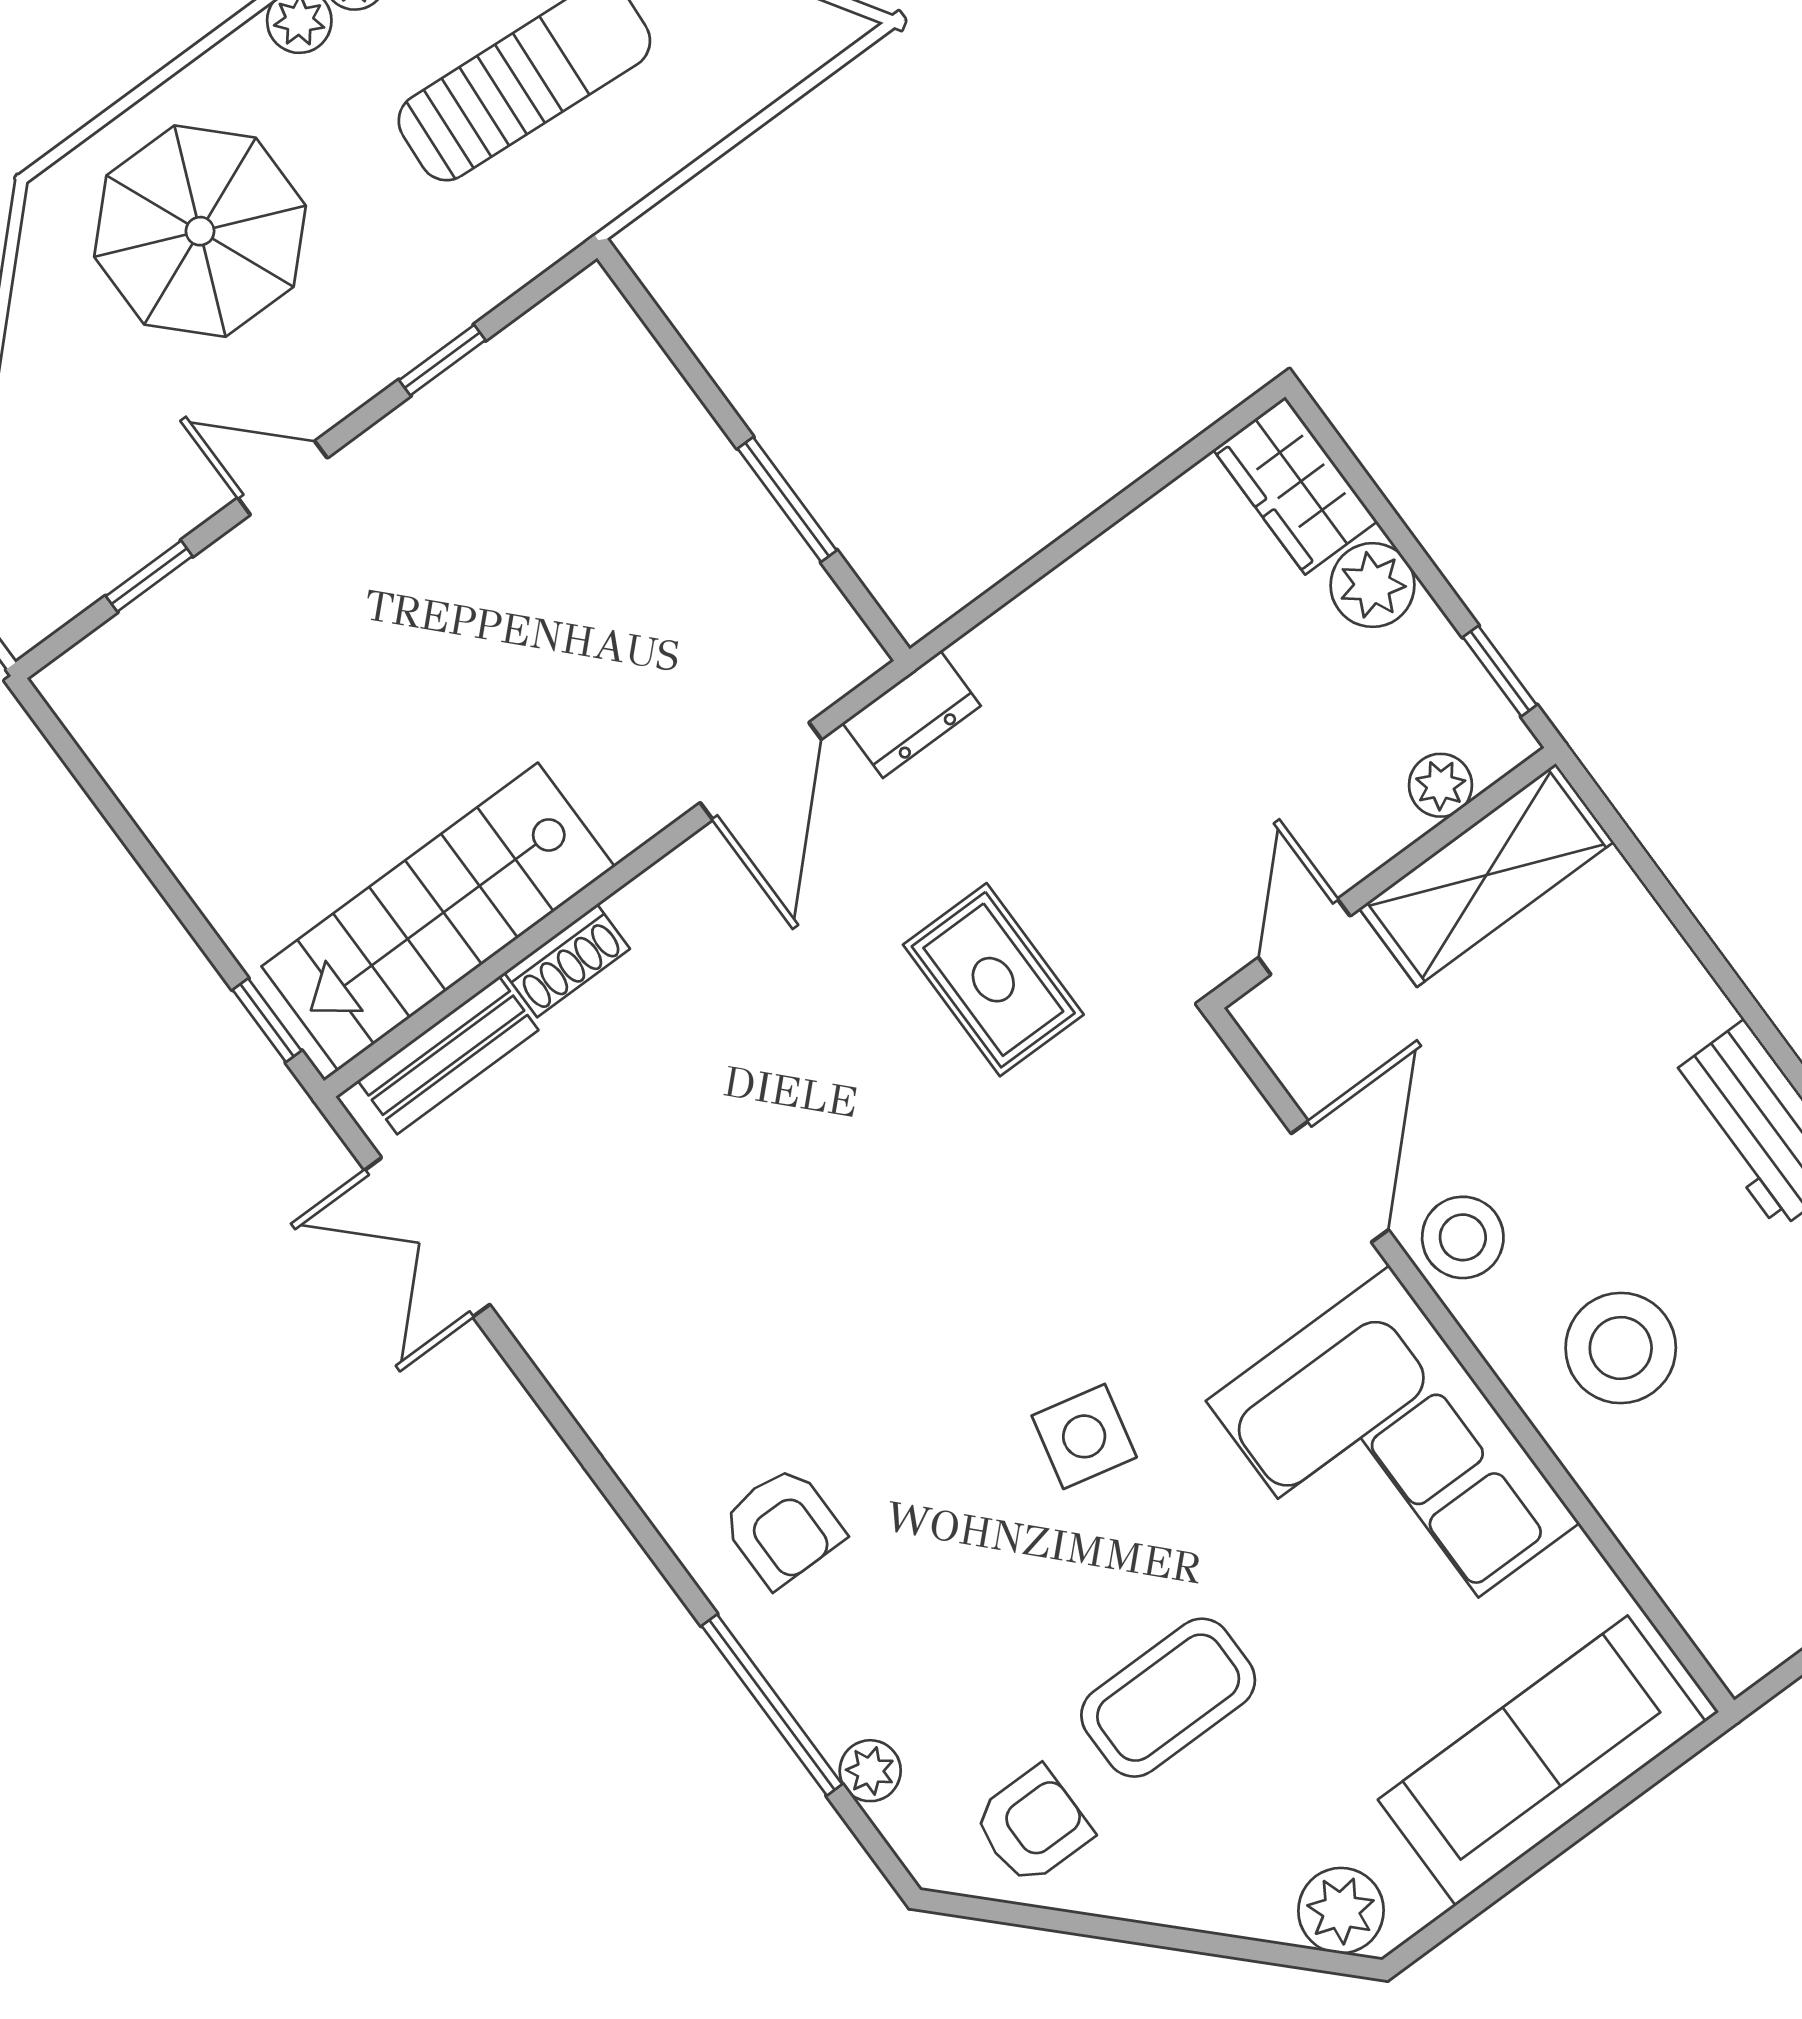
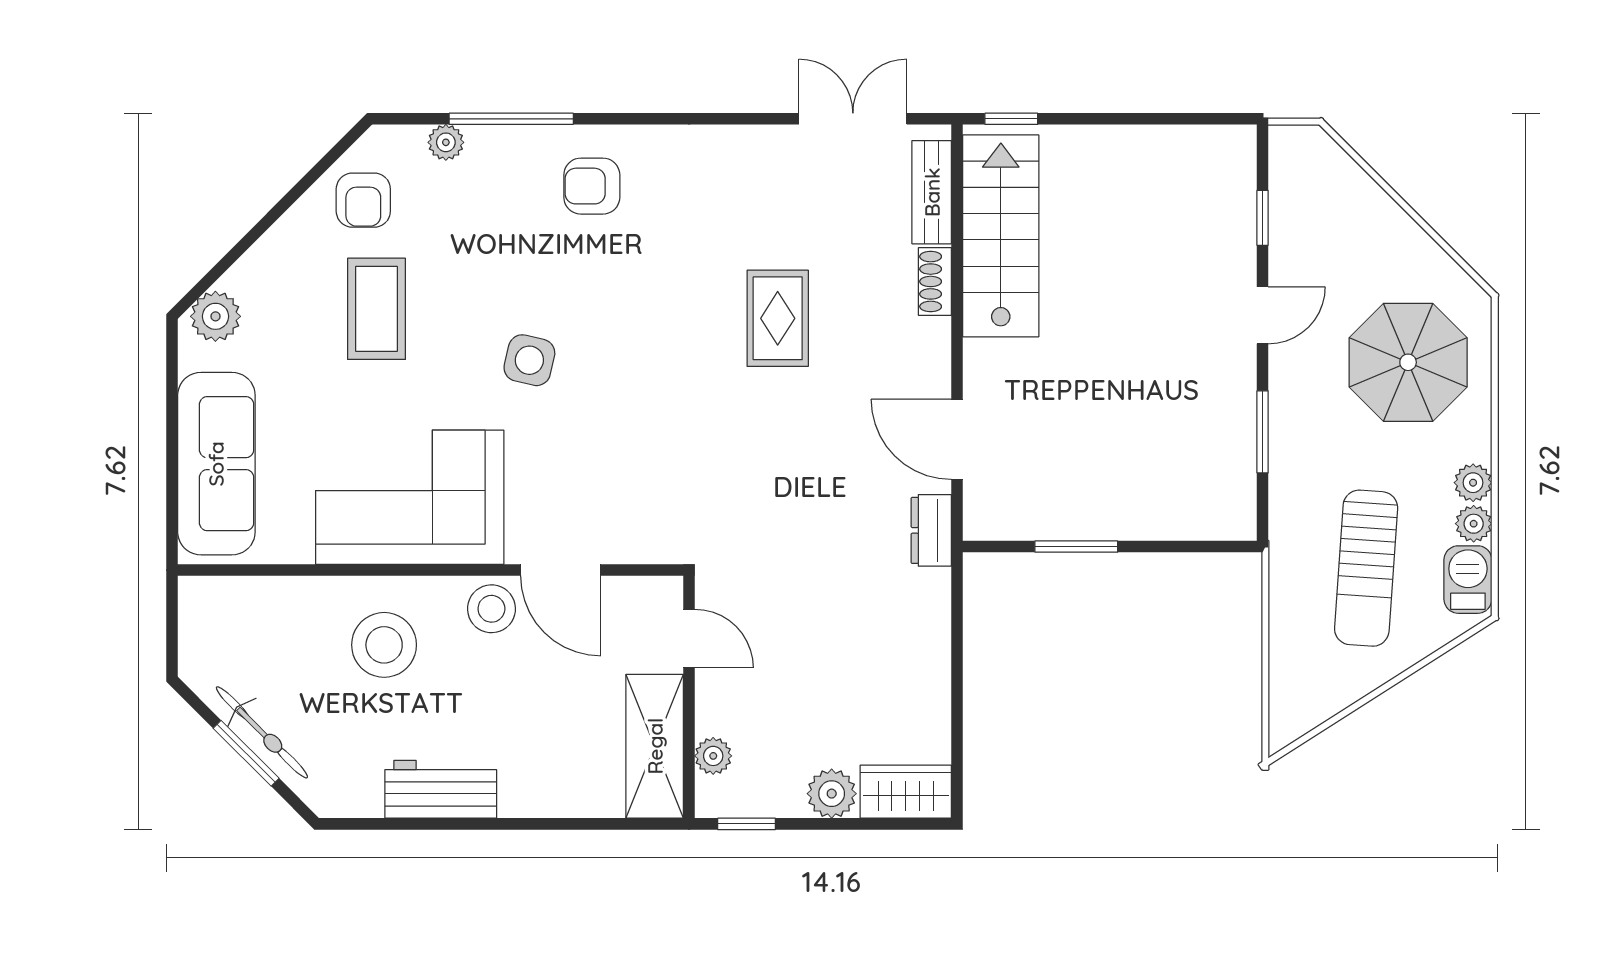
window: (442, 360) -> (1263, 432), width x1.50
rug: (993, 980) -> (778, 318), moved, turned 90

